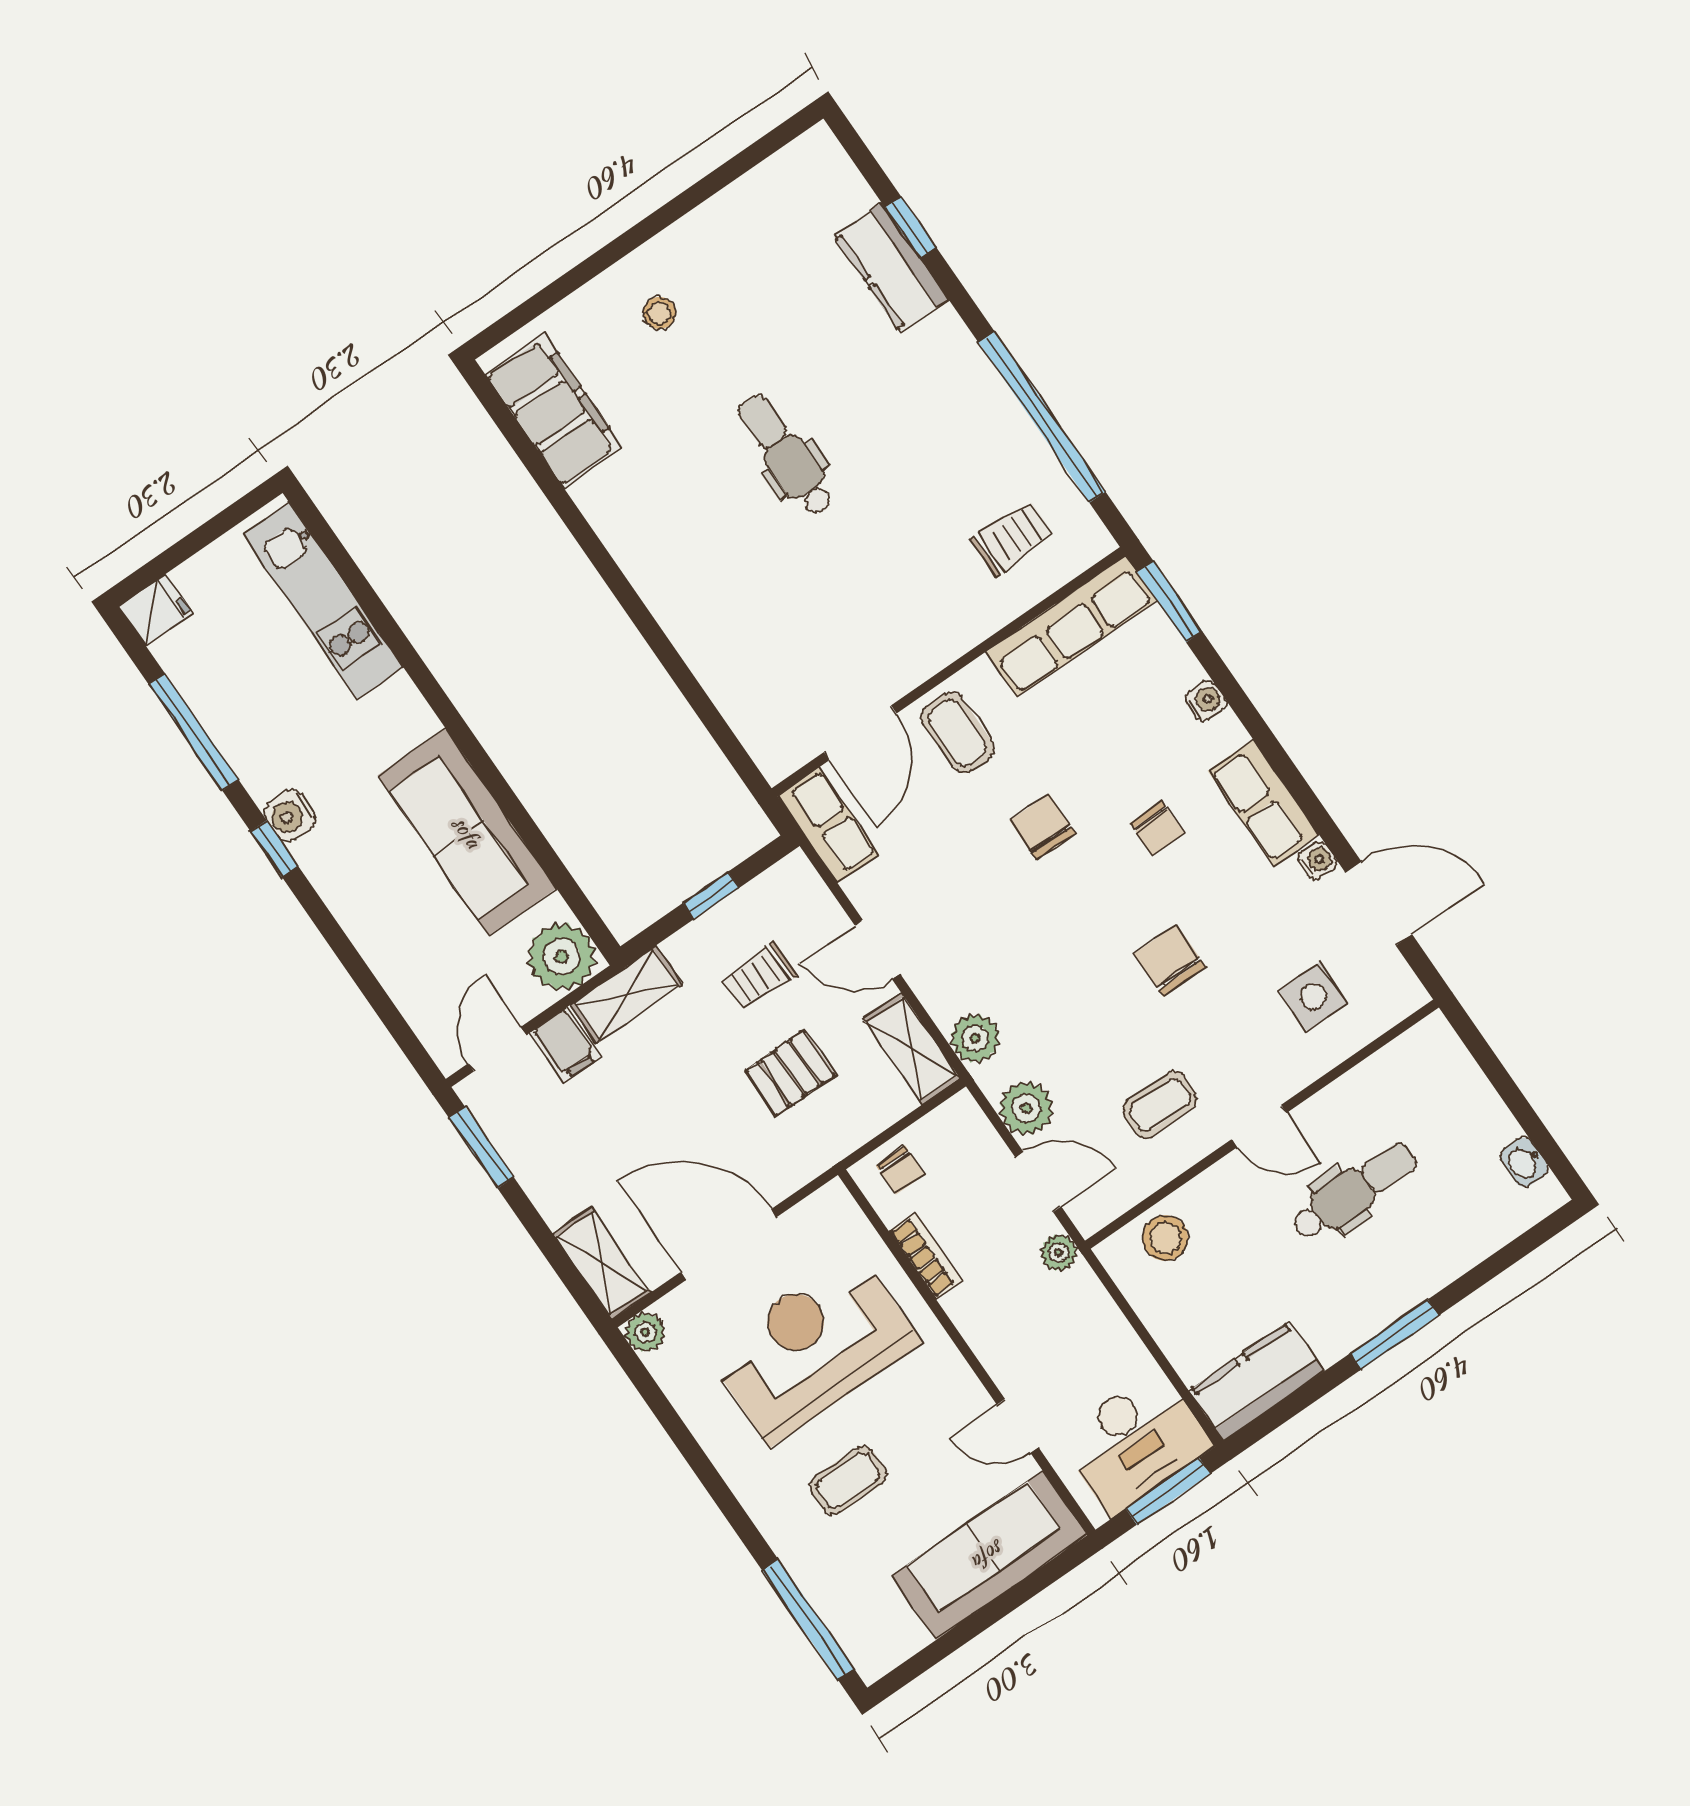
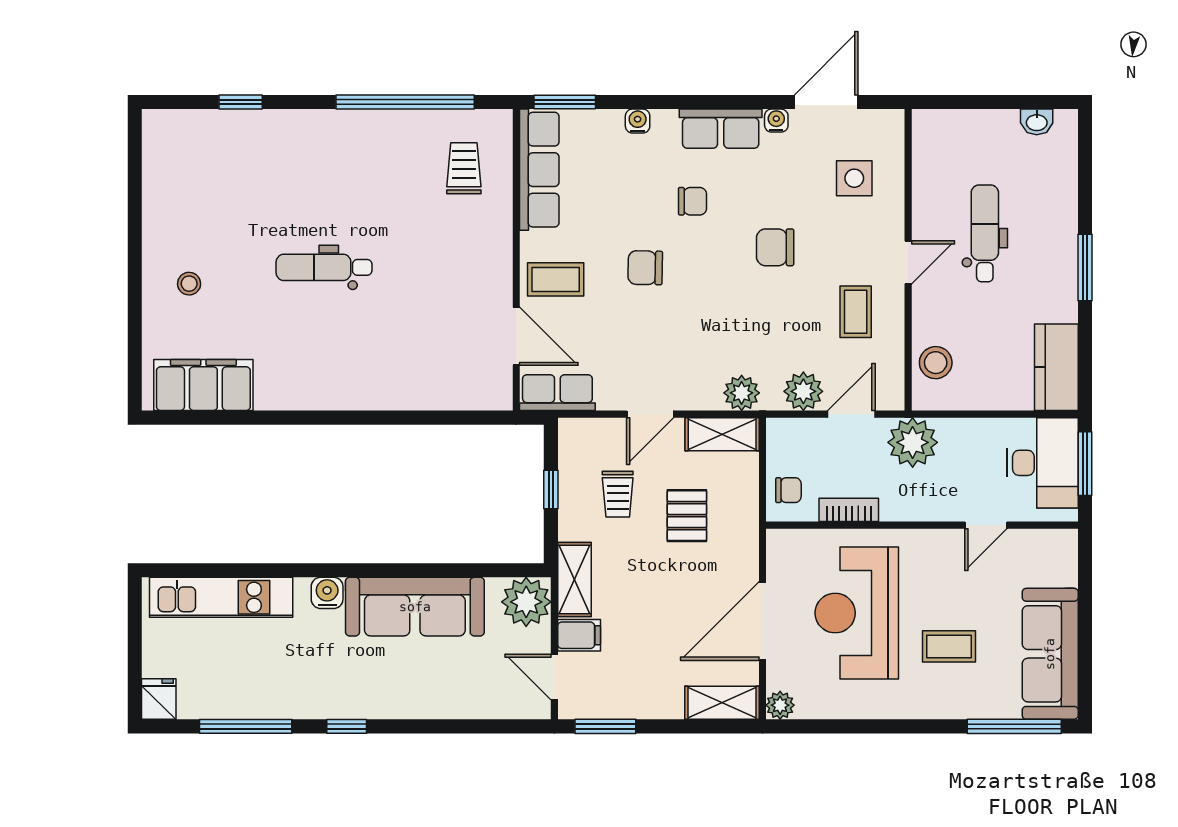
kitchen counter: (891, 268) -> (256, 130), removed
water cooler: (290, 815) -> (327, 593), moved, turned 180
plant: (1059, 1253) -> (913, 442), width x1.88, depth x1.88
coffee table: (848, 1480) -> (949, 646), turned 90
sofa: (989, 1555) -> (1050, 654), moved

